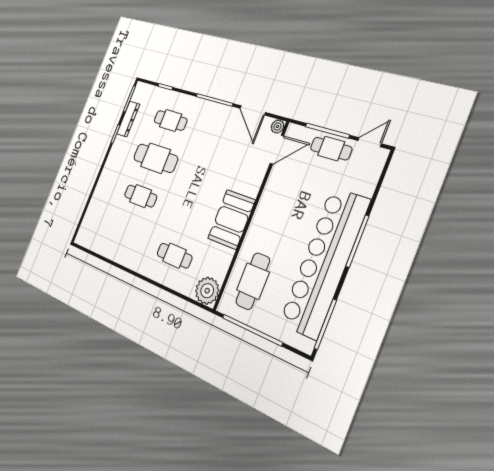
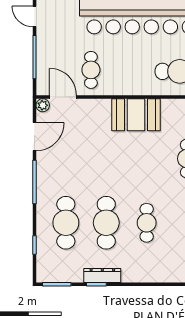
dresser: (128, 119) -> (102, 275), moved
cafe table: (171, 120) -> (66, 223), width x1.37, depth x1.35
cafe table: (331, 149) -> (91, 70), moved

